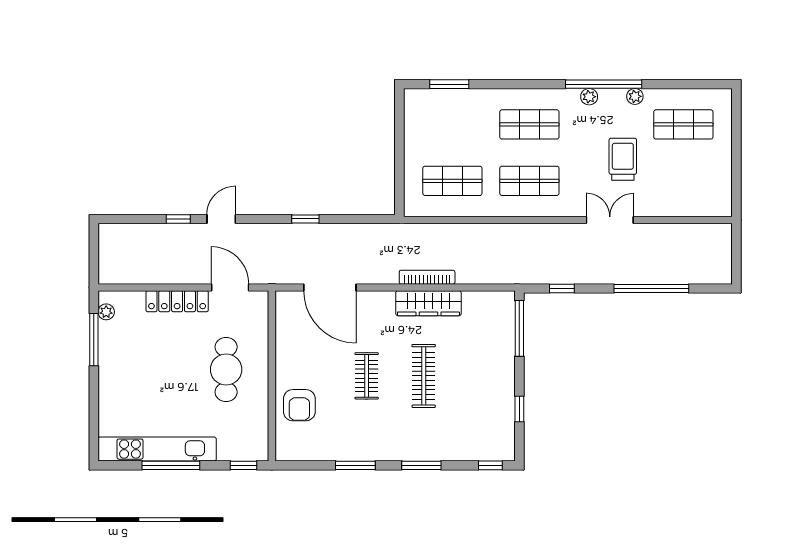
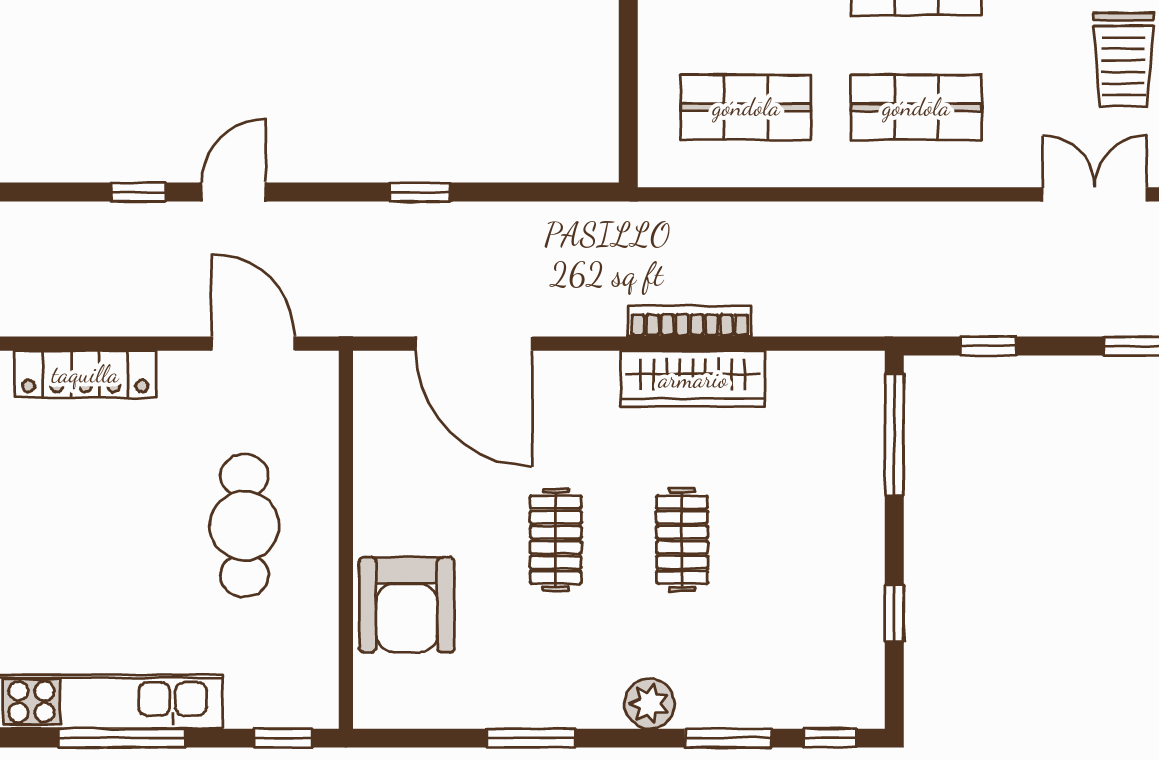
trolley: (623, 159) -> (1123, 60), turned 180
locker: (177, 301) -> (85, 374), moved
clothes rail: (424, 376) -> (682, 540), width x0.73
armchair: (299, 405) -> (407, 605), width x1.36, depth x1.36
plant: (409, 450) -> (649, 704), added
window: (421, 465) -> (728, 738), moved

